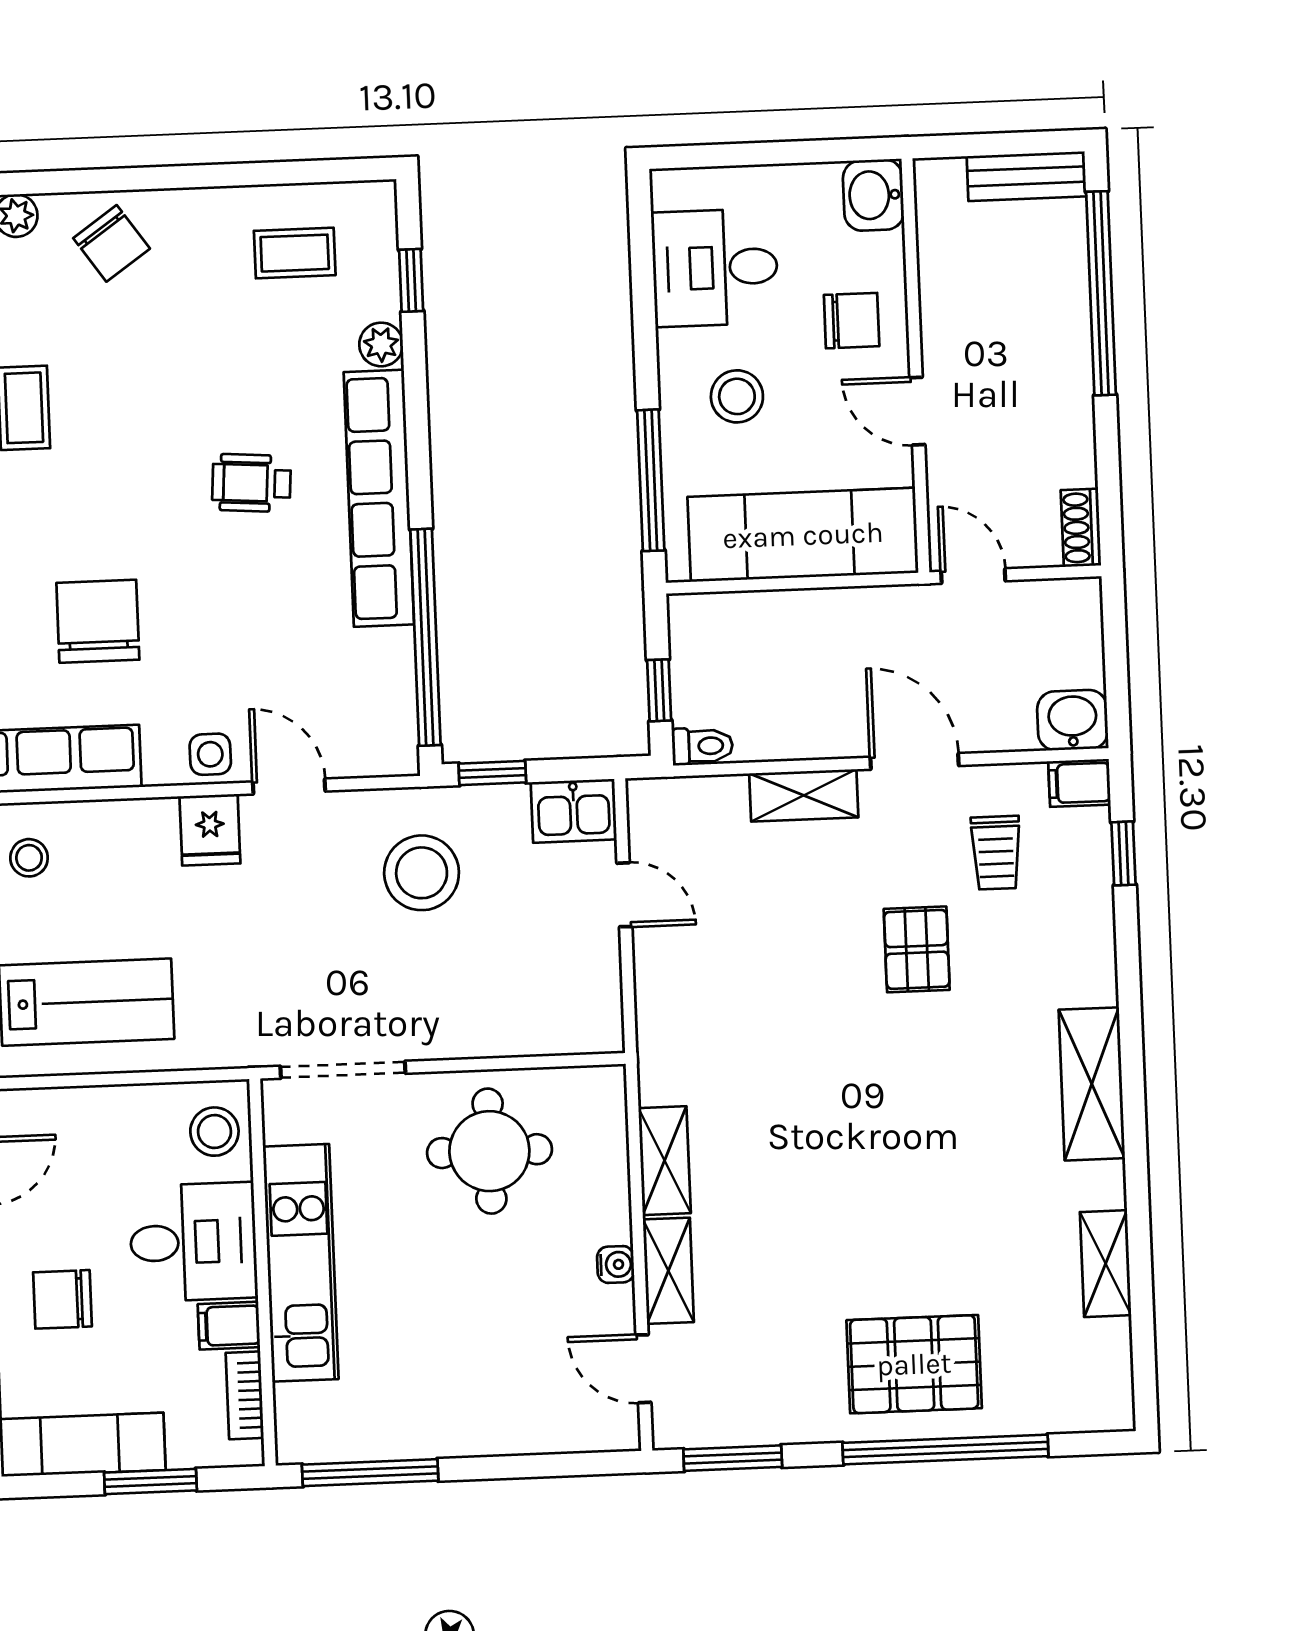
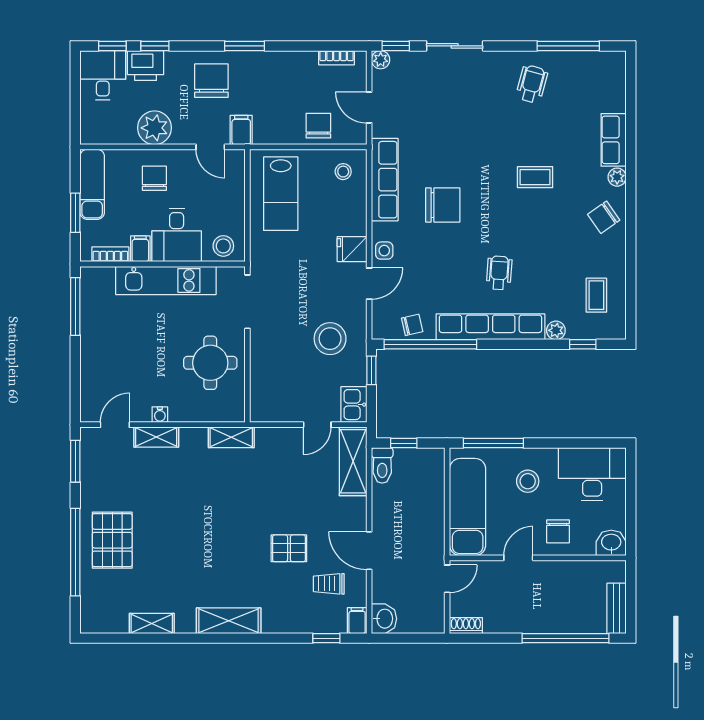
desk: (715, 268) -> (592, 474), width x1.37
chair: (382, 682) -> (412, 325), added
toilet: (702, 746) -> (382, 465), width x1.37, depth x1.39
door: (915, 761) -> (369, 551), swing flipped
shelving: (804, 795) -> (353, 461), moved, width x1.50, depth x1.33
shelving: (665, 1161) -> (231, 437), moved

